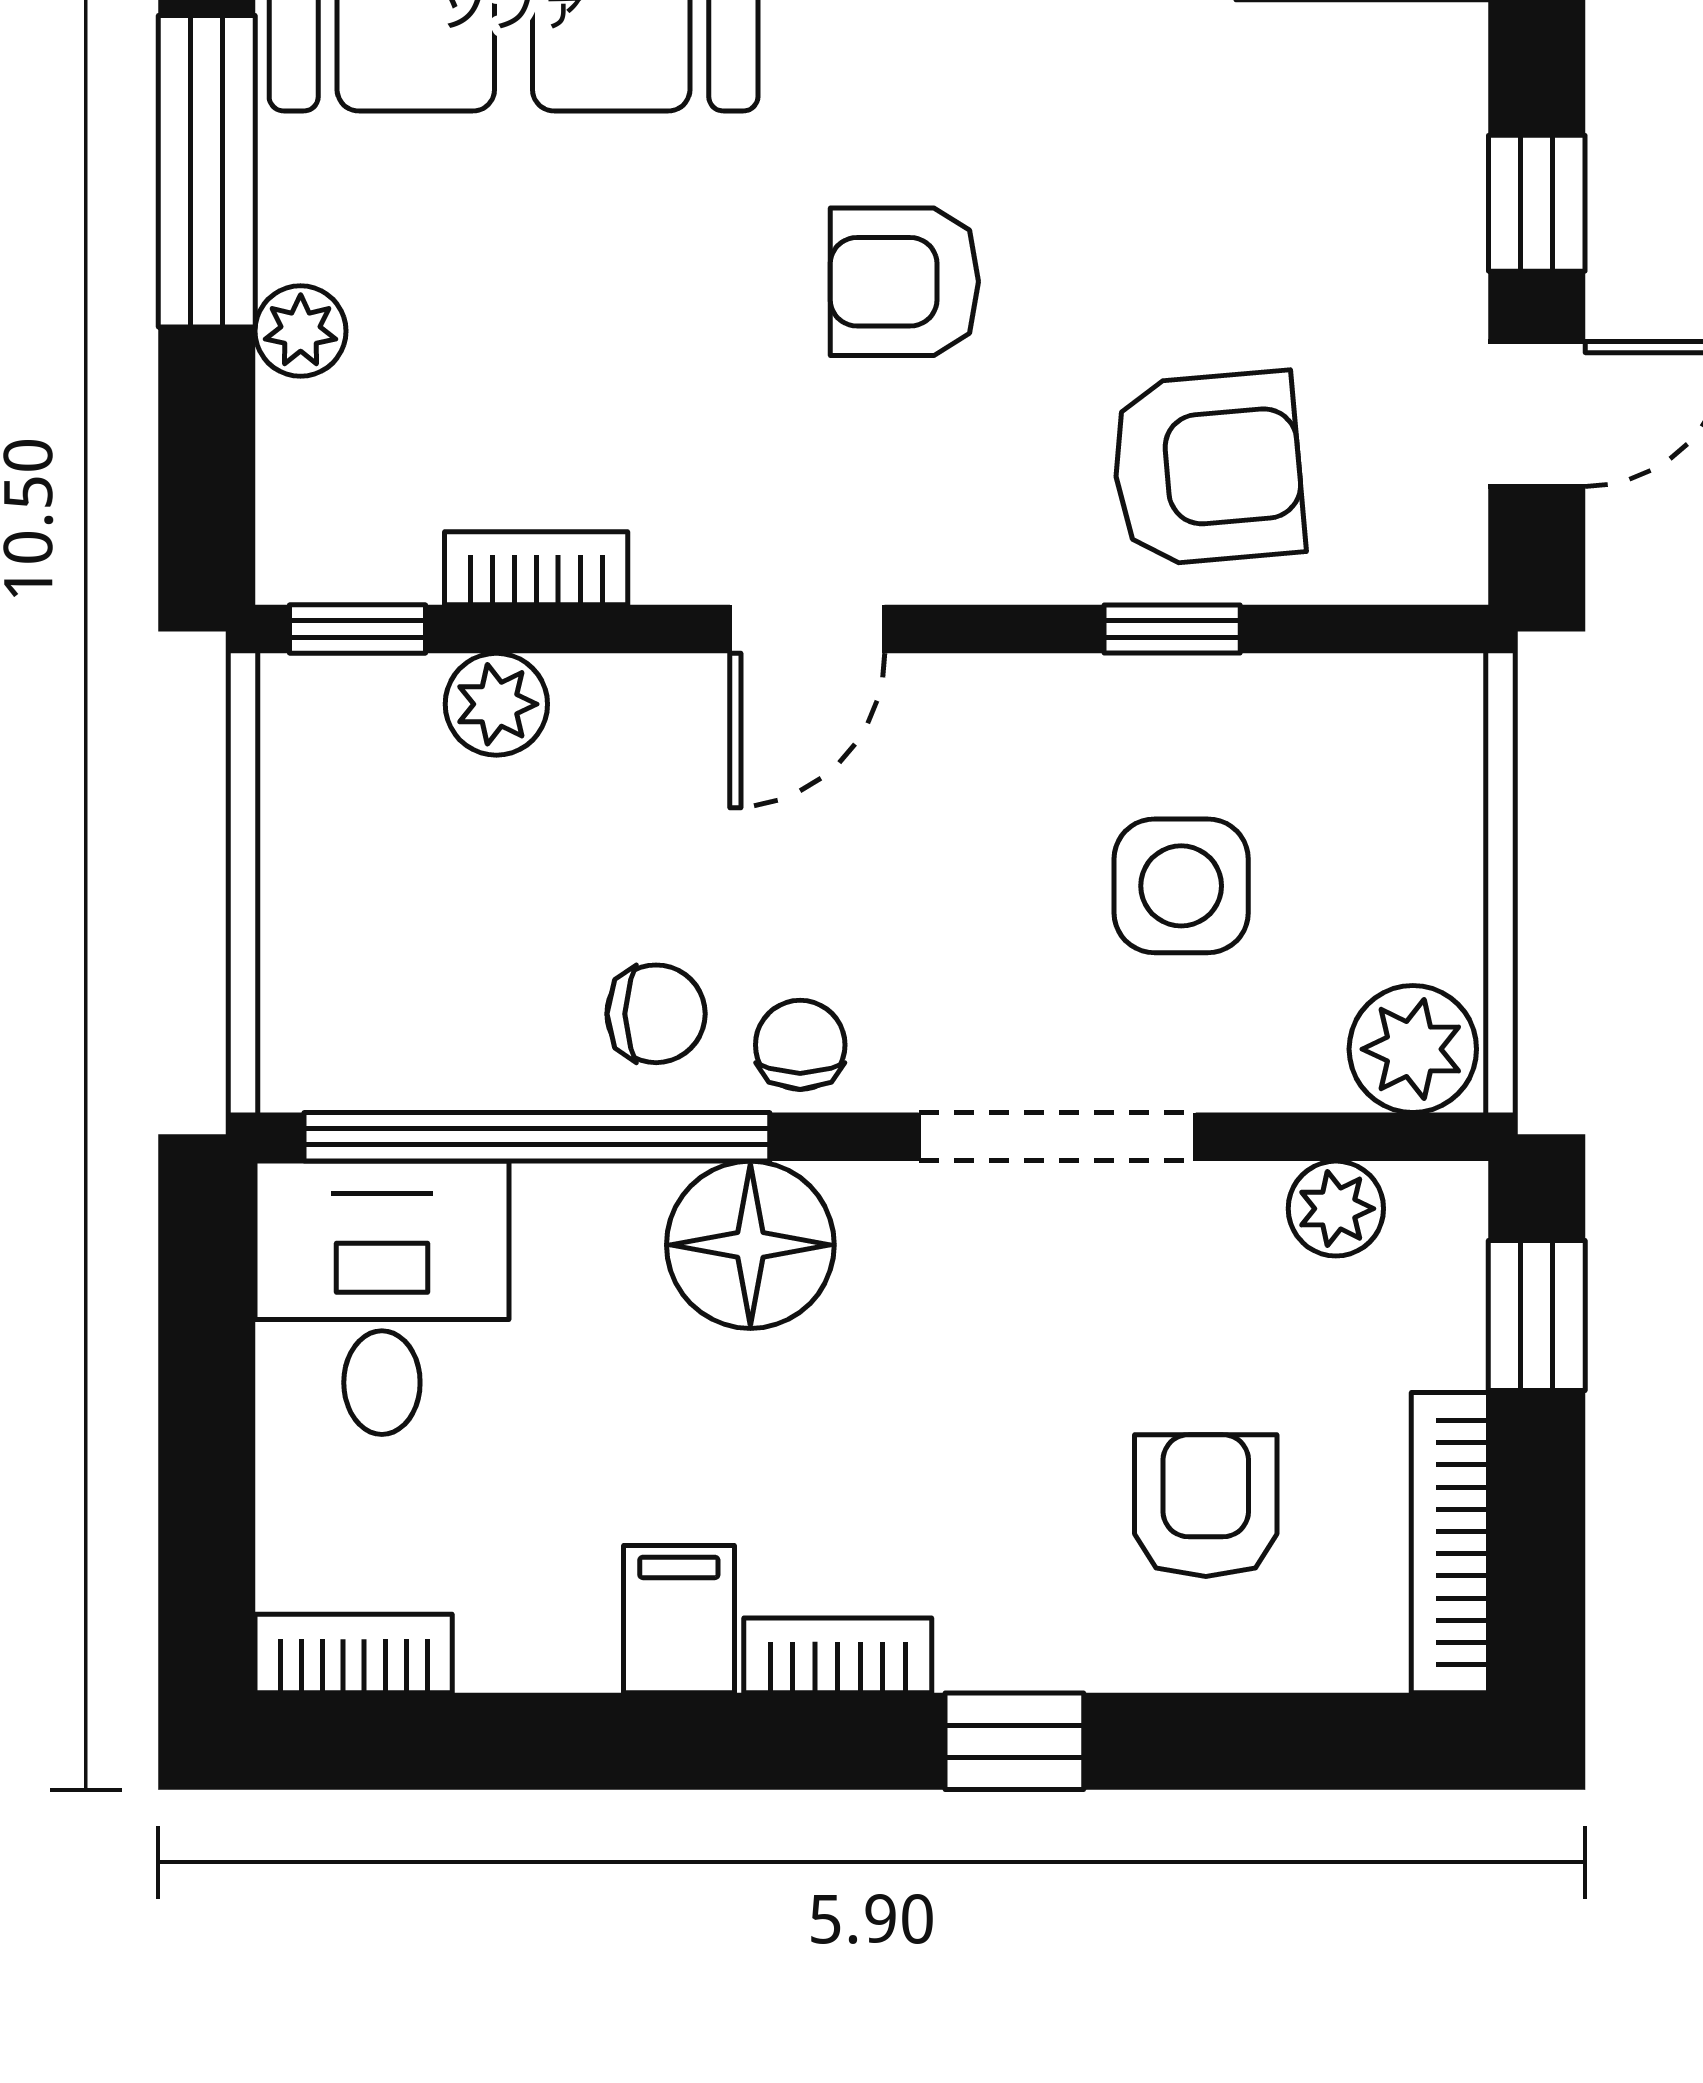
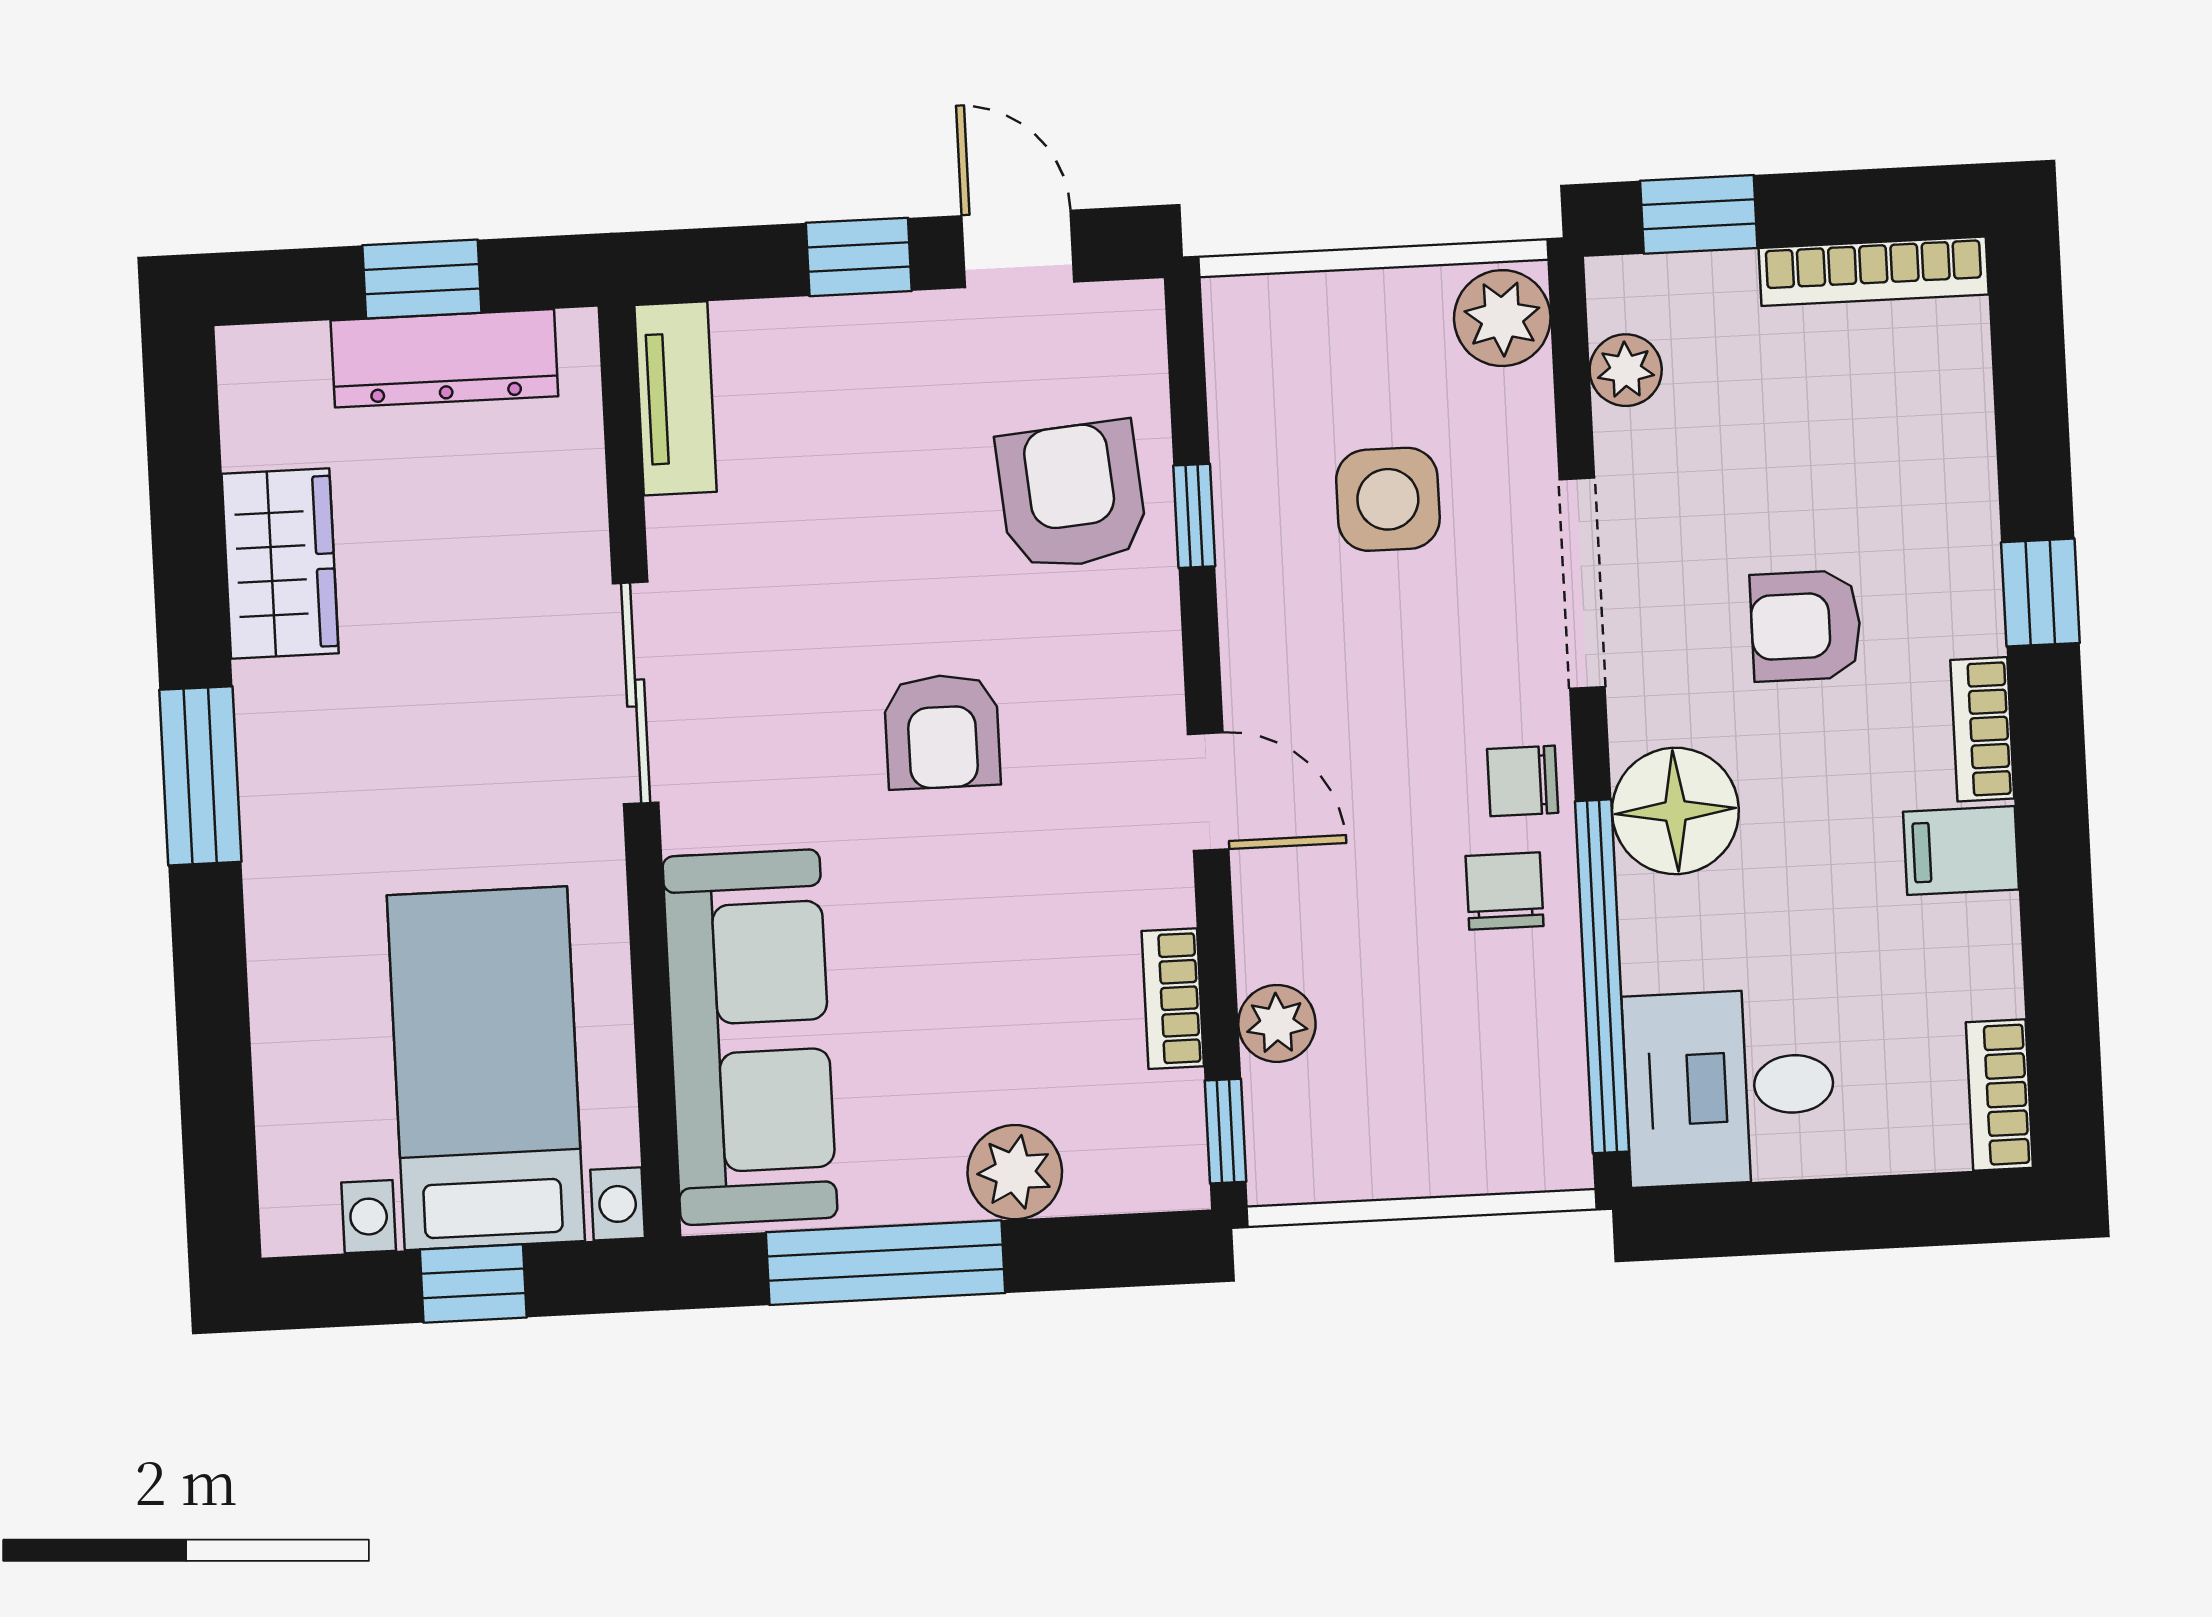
plant: (301, 331) -> (1015, 1172), width x1.38, depth x1.38
armchair: (1206, 1506) -> (1806, 626), moved

